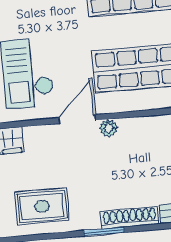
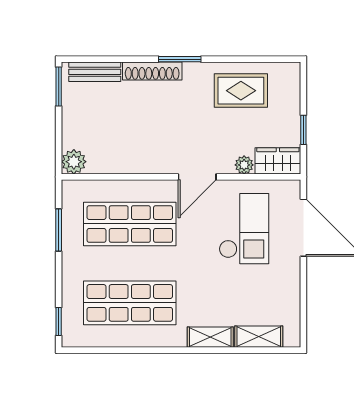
plant: (109, 128) -> (244, 165), moved

